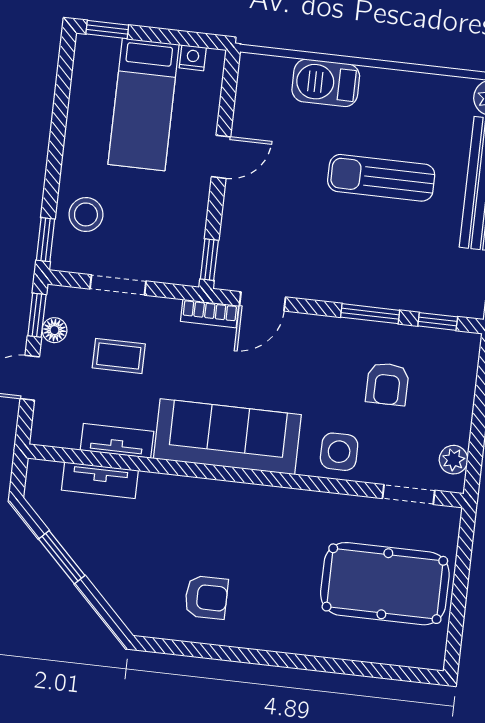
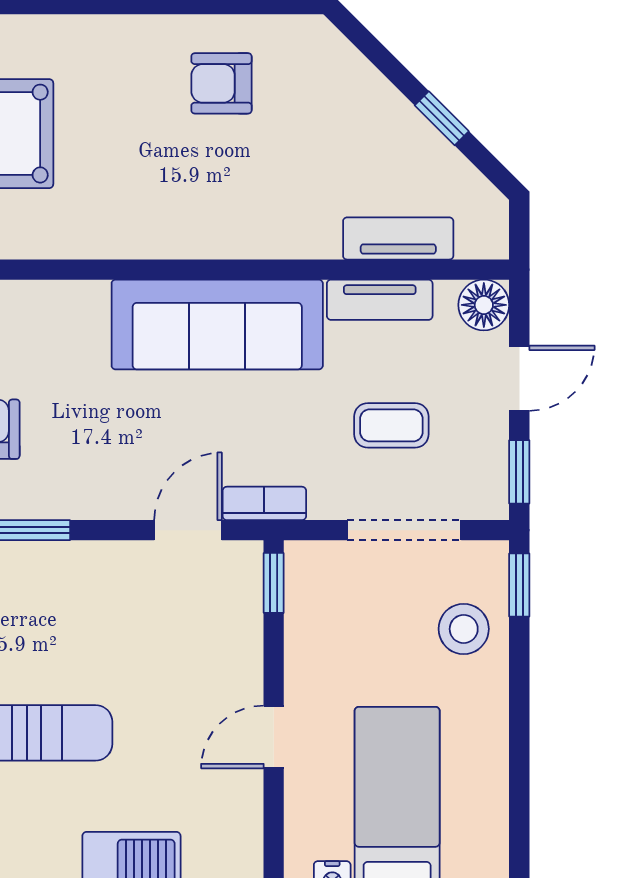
doorway: (118, 285) -> (404, 530), width x1.38
floor lamp: (54, 330) -> (484, 305), moved, width x1.37, depth x1.37
side table: (339, 452) -> (50, 321), removed
window: (62, 557) -> (442, 118), width x0.67

